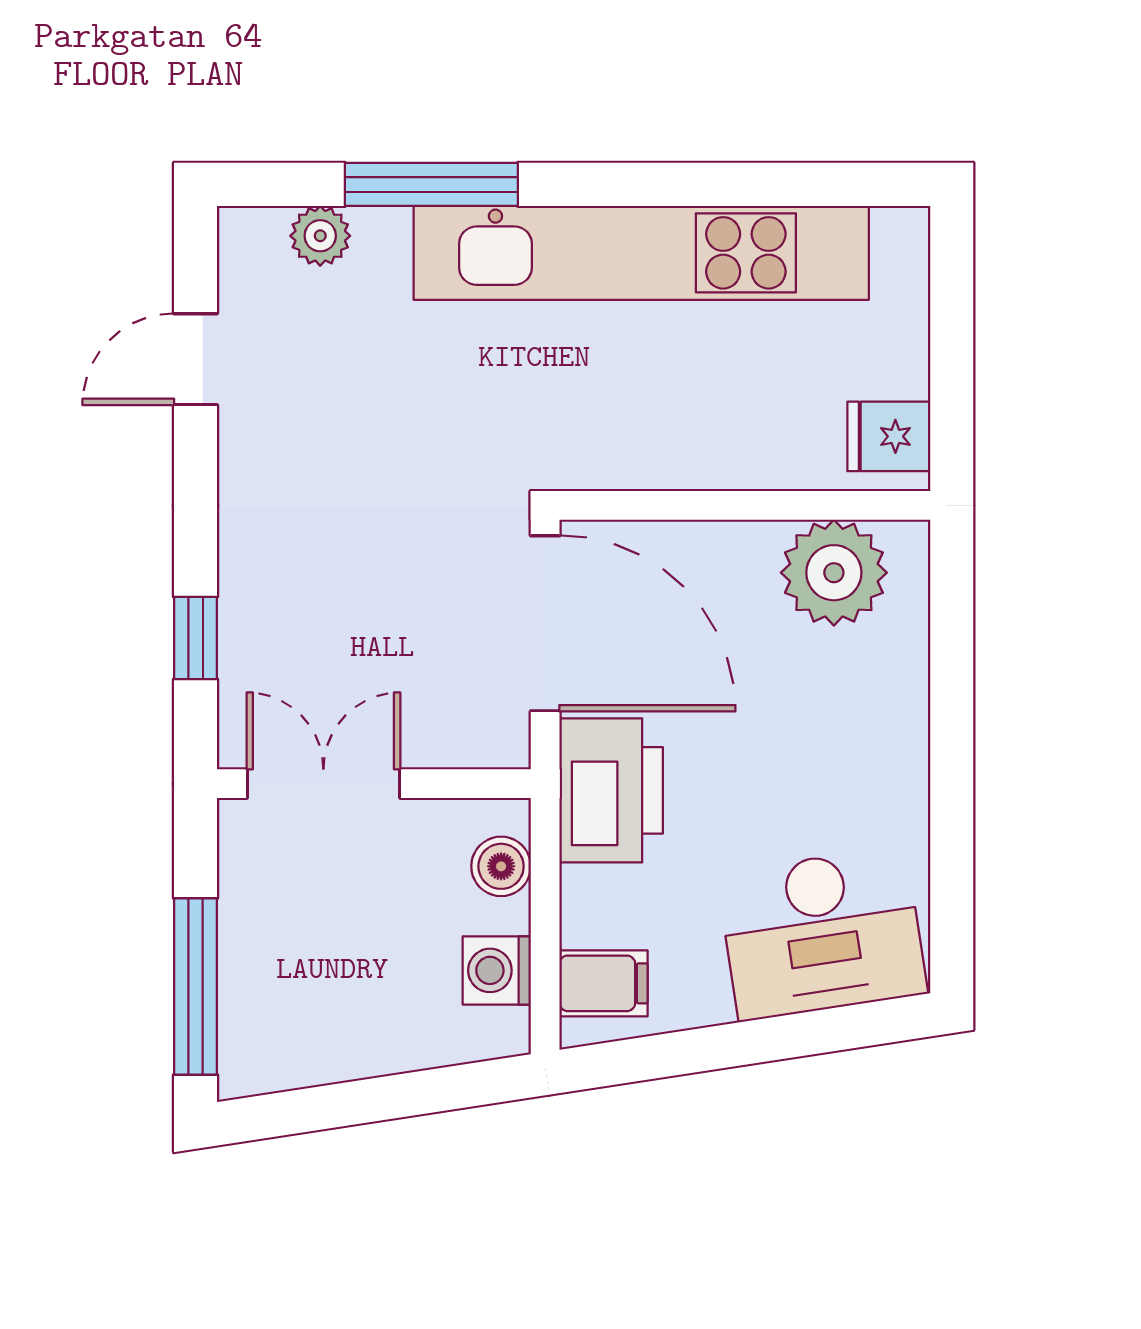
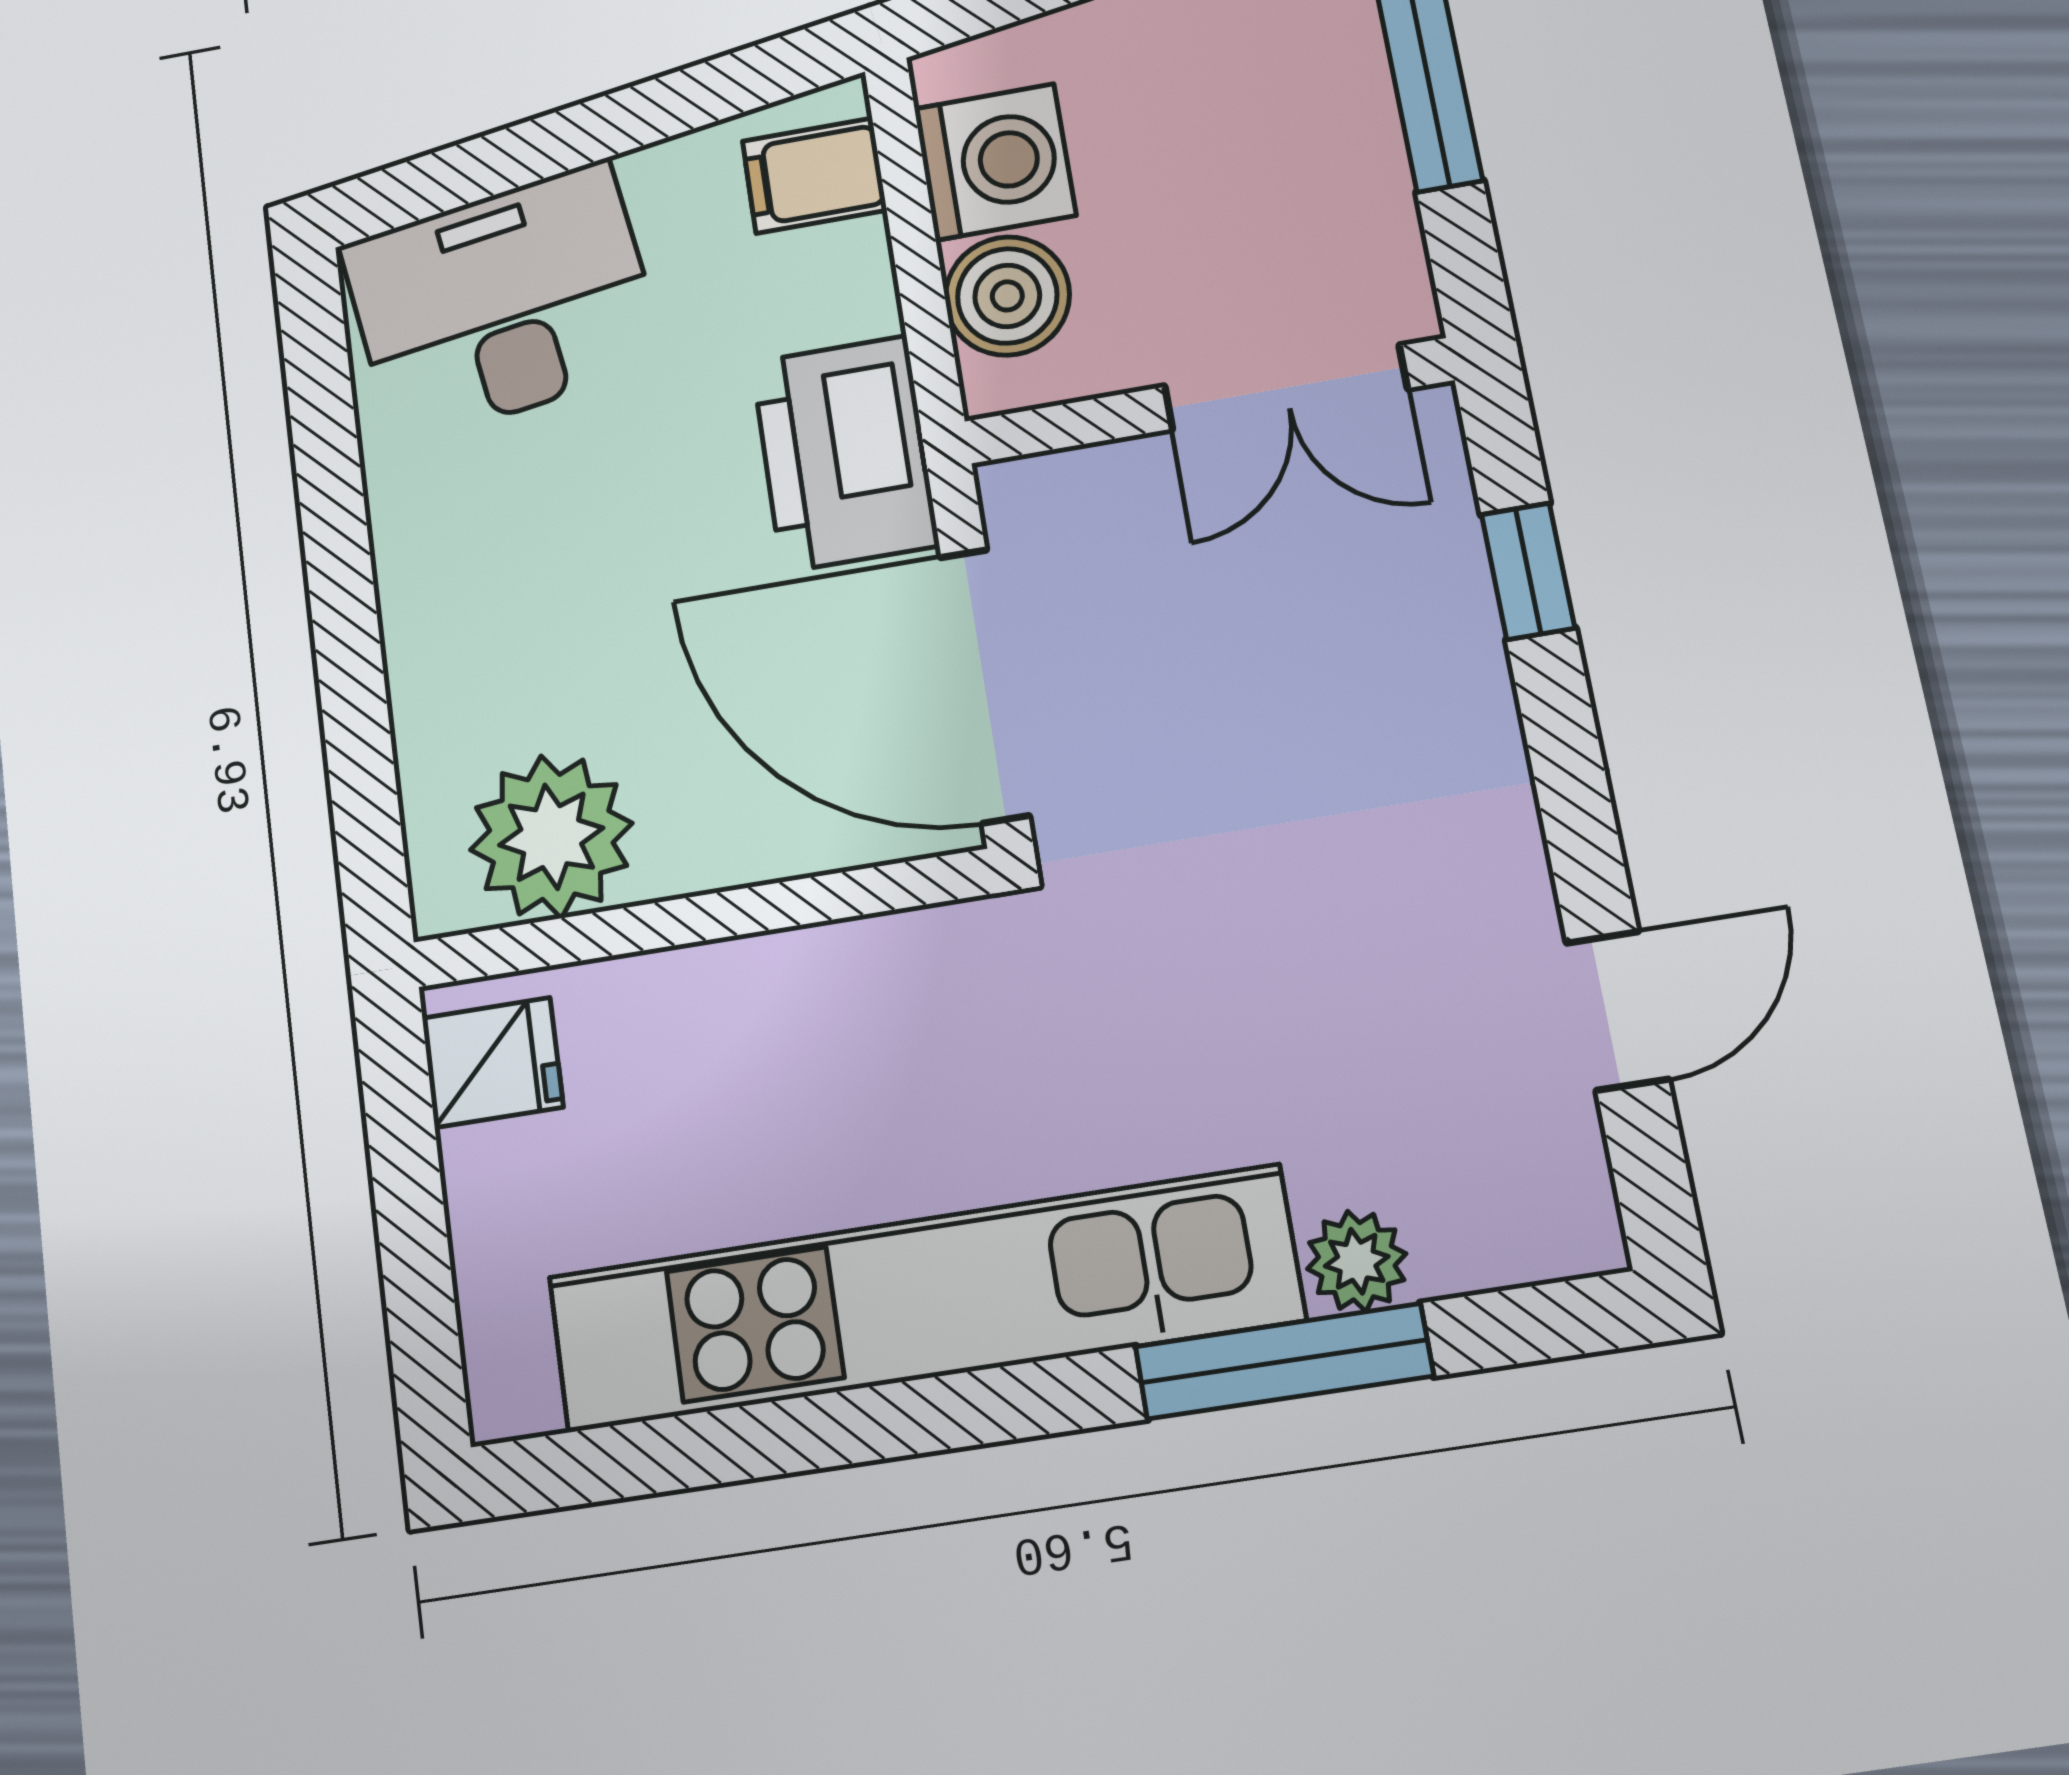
plant: (320, 236) -> (1357, 1261), moved
boiler: (501, 866) -> (1007, 296), width x1.36, depth x1.36
washing machine: (497, 970) -> (995, 162), width x1.38, depth x1.38

